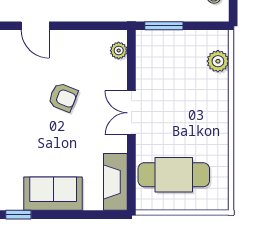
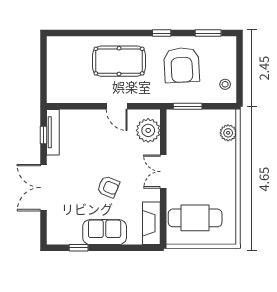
door: (35, 26) -> (117, 106), moved
plant: (119, 51) -> (148, 130), width x1.87, depth x1.87
armchair: (63, 97) -> (108, 187), moved

